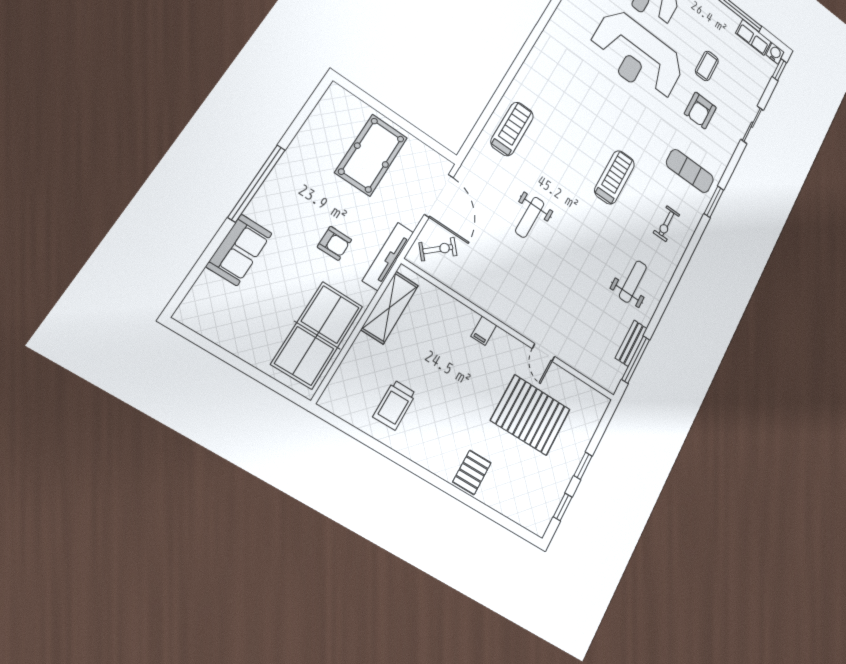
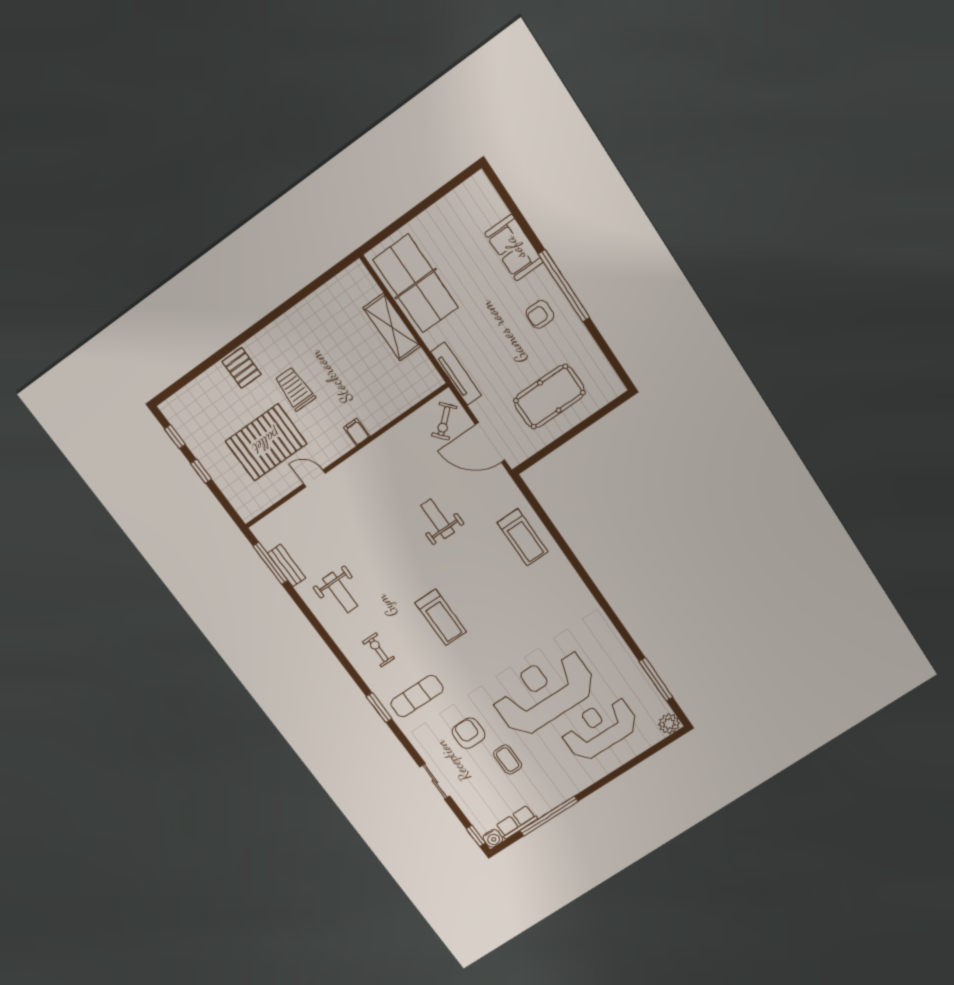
pool table: (371, 155) -> (549, 397), turned 90
armchair: (334, 243) -> (540, 314), moved
shelving: (390, 307) -> (392, 327), moved
trolley: (395, 405) -> (295, 389), moved

